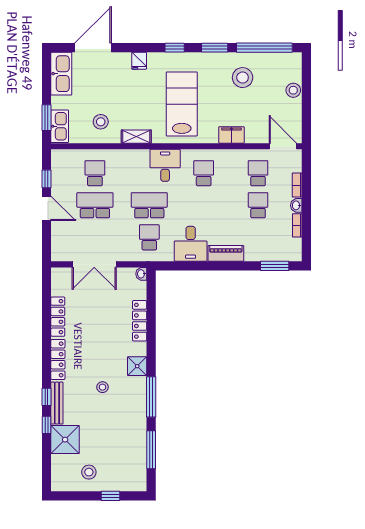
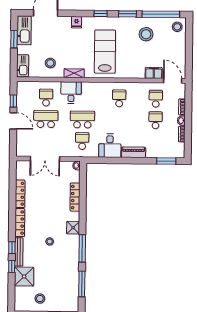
stool: (293, 90) -> (177, 27), moved
window: (46, 118) -> (14, 39), moved
filing cabinet: (232, 135) -> (154, 73), moved
desk: (165, 165) -> (71, 92), moved

